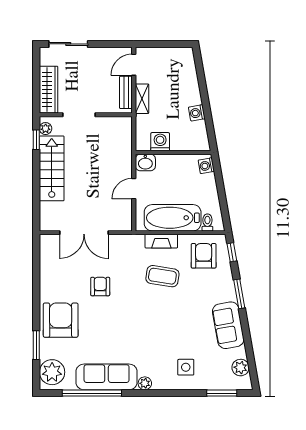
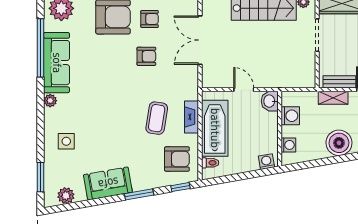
boiler: (187, 93) -> (339, 143), added
washing machine: (197, 113) -> (288, 145), moved, turned 100
armchair: (63, 283) -> (150, 19), added

